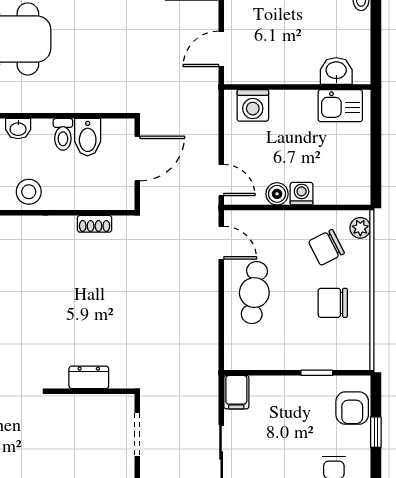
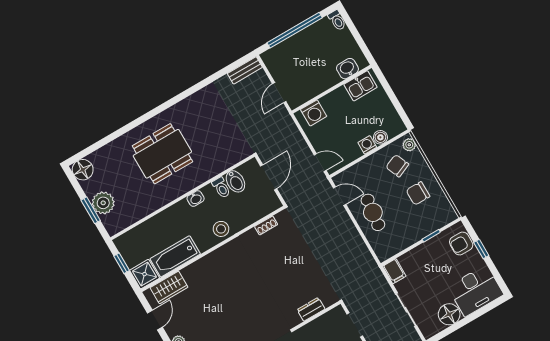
boiler: (277, 194) -> (380, 137), moved
chair: (326, 247) -> (397, 166), turned 94
armchair: (352, 408) -> (461, 243), turned 90

